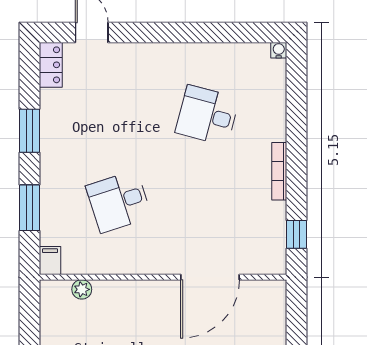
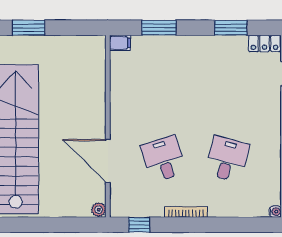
window: (30, 131) -> (231, 28), moved
desk: (119, 202) -> (164, 159), moved
plant: (82, 289) -> (99, 210), moved

